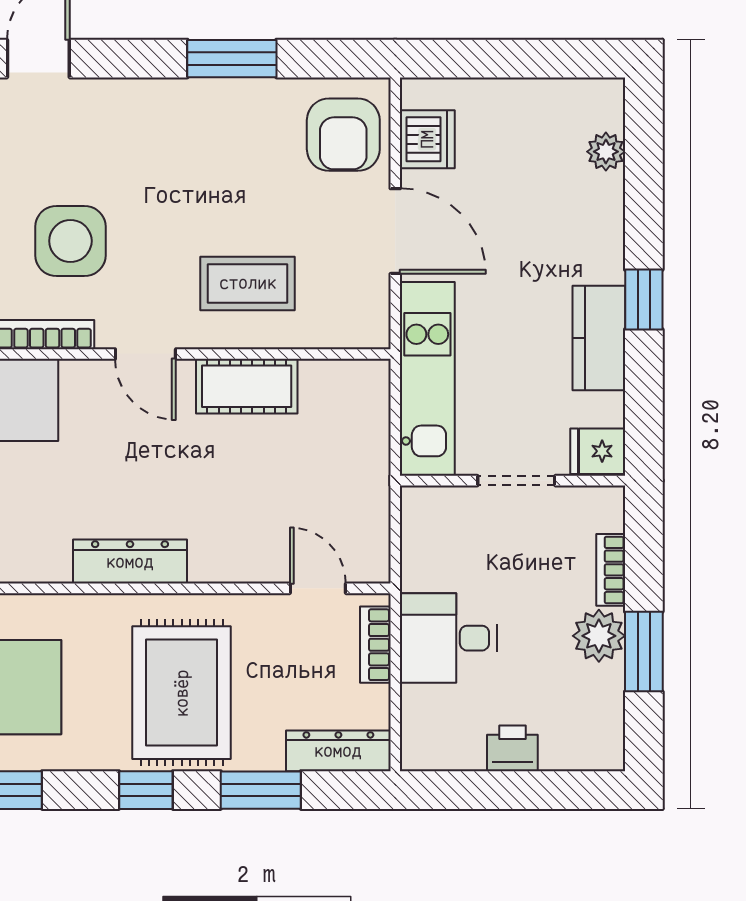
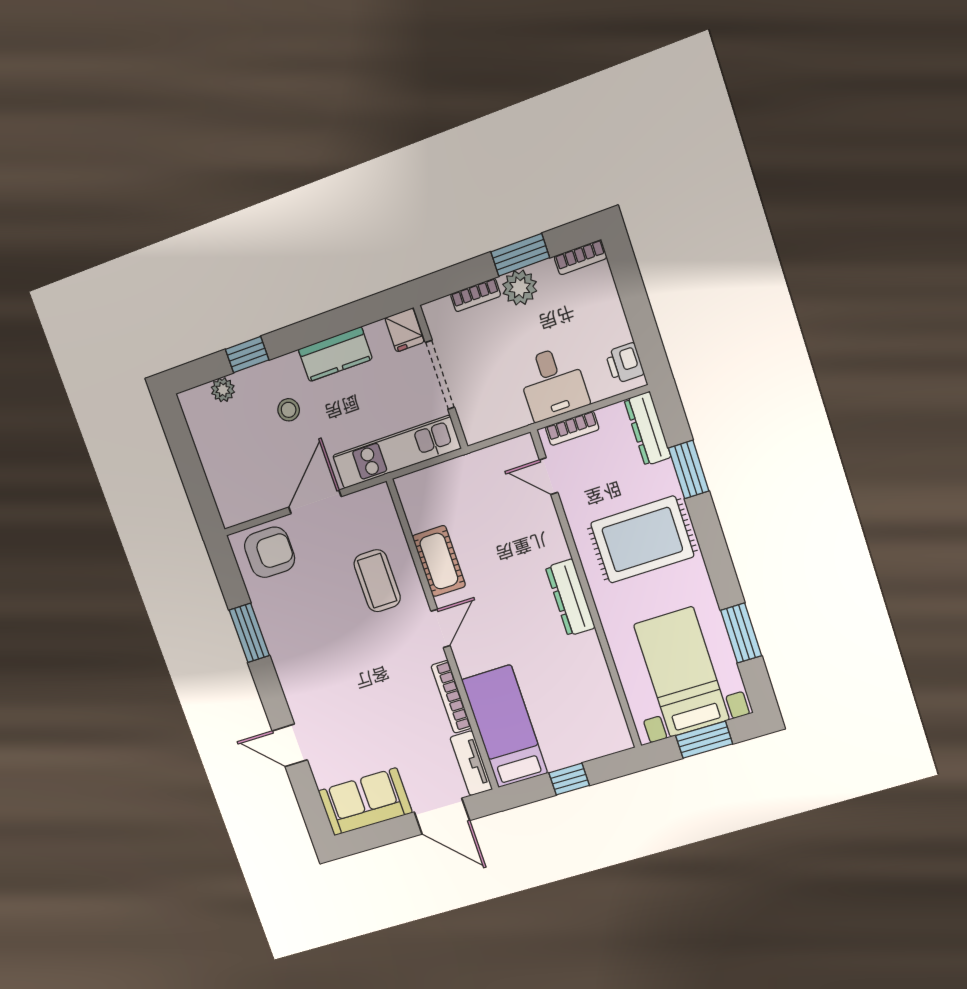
dishwasher: (427, 139) -> (254, 501), removed
stool: (543, 240) -> (289, 410), added
side table: (70, 241) -> (389, 694), removed
window: (644, 300) -> (247, 355), moved
doorway: (516, 481) -> (440, 375), width x1.38
door: (318, 588) -> (549, 476), hinge flipped
bookcase: (610, 734) -> (580, 257), added
printer: (512, 748) -> (625, 363), moved
window: (146, 790) -> (712, 542), removed

